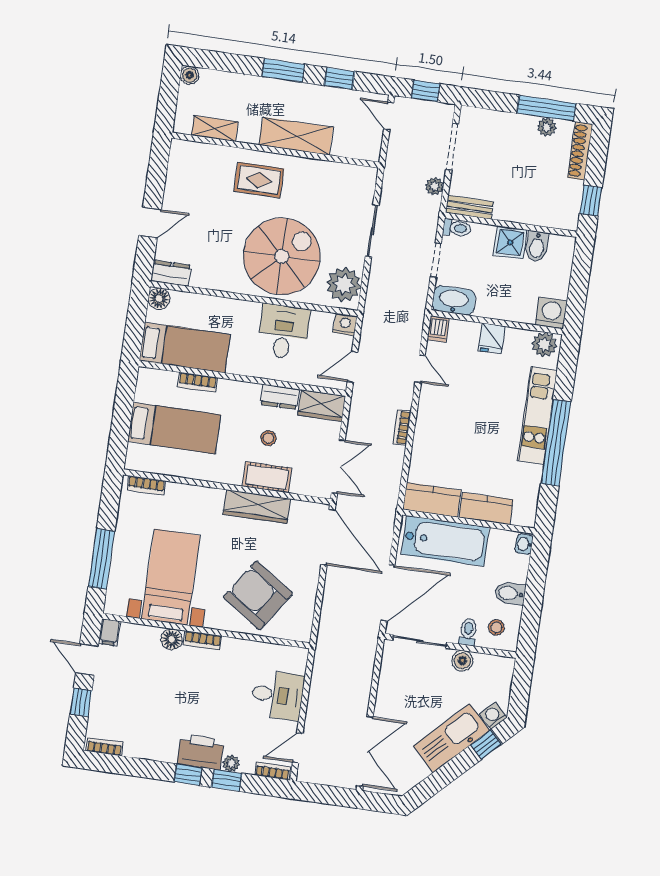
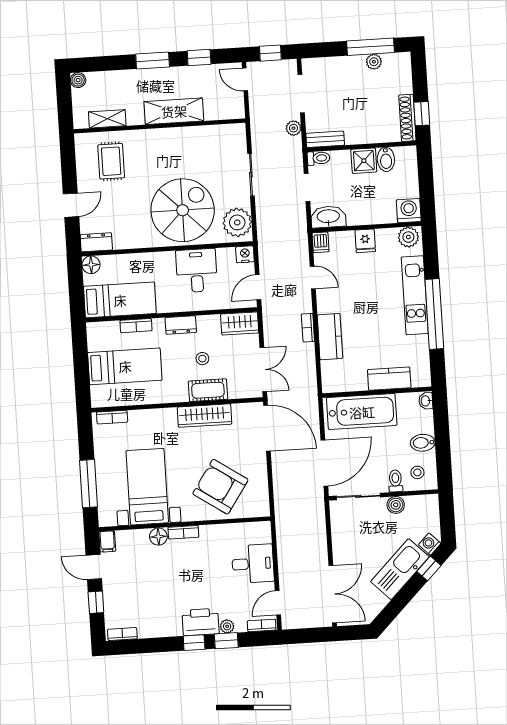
shoe rack: (580, 151) -> (407, 118), moved
rug: (259, 180) -> (111, 161), moved, turned 90
dresser: (280, 397) -> (181, 325), moved
kitchen counter: (432, 500) -> (330, 337), moved, turned 90

